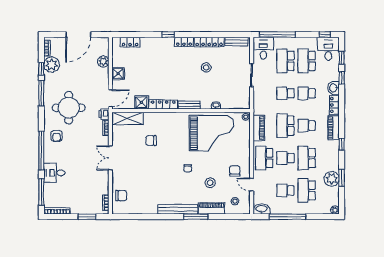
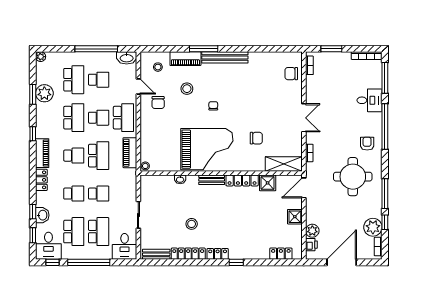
window: (277, 35) -> (89, 262), moved
washbasin: (333, 88) -> (42, 215), moved
printer: (104, 114) -> (311, 245), moved
grand piano: (211, 133) -> (207, 149), moved, turned 180

